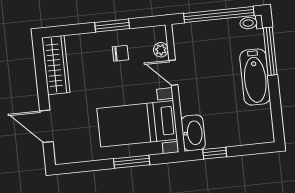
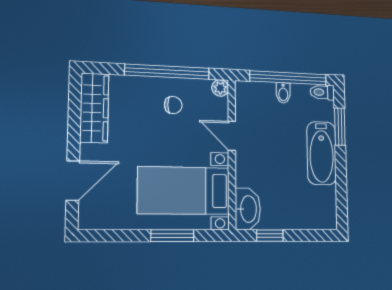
window: (112, 26) -> (167, 72), width x2.11
bidet: (215, 29) -> (283, 93), added
plant: (161, 50) -> (220, 88), moved
window: (270, 51) -> (340, 127), width x0.69
door: (46, 126) -> (73, 181), swing flipped

